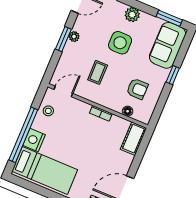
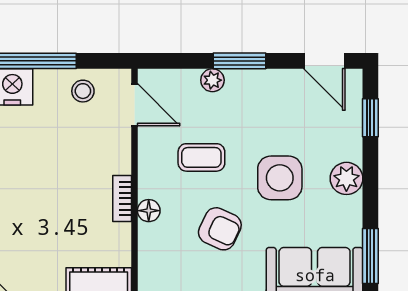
plant: (74, 37) -> (212, 80), moved
armchair: (137, 89) -> (220, 229), moved, turned -65
floor lamp: (128, 111) -> (149, 211), moved

